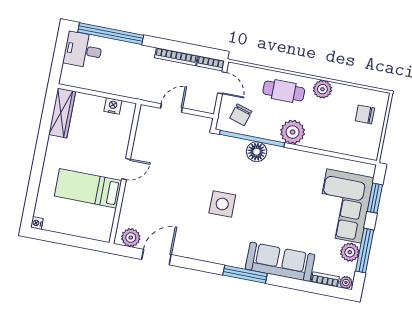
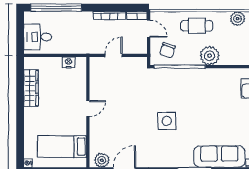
desk: (83, 50) -> (38, 37), moved
plant: (322, 89) -> (238, 19), moved
wardrobe: (62, 113) -> (31, 88), moved
floor lamp: (257, 152) -> (185, 76), removed
bed: (88, 188) -> (62, 147), moved

